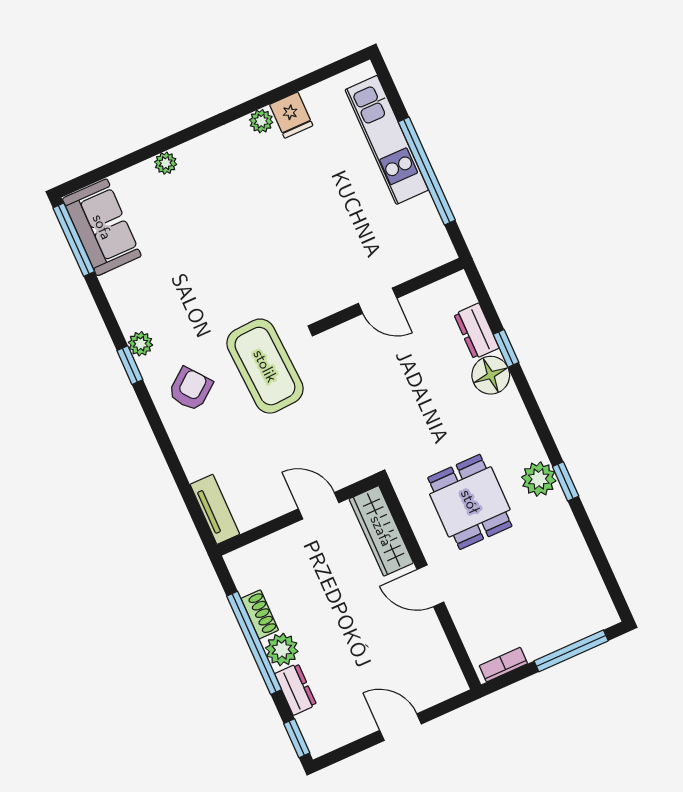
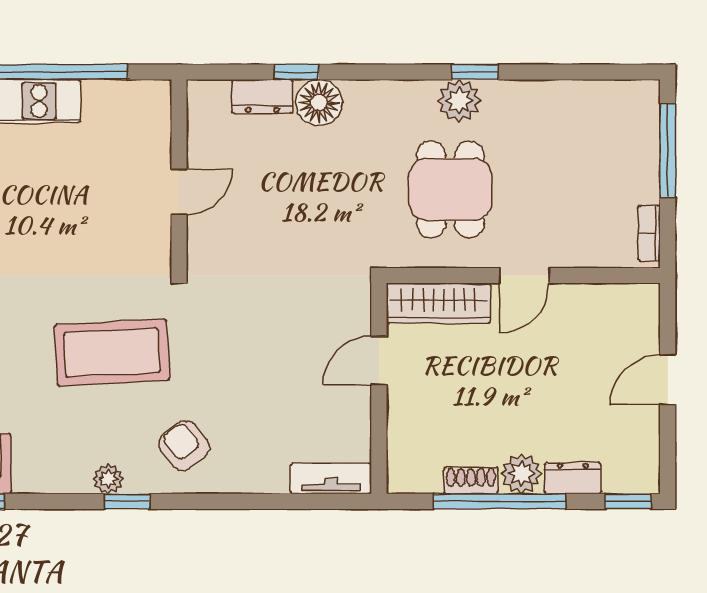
coffee table: (265, 366) -> (112, 353), moved
dining table: (470, 502) -> (450, 189), turned 90

